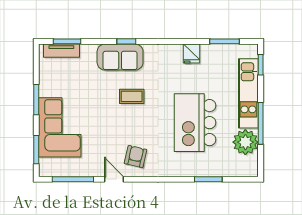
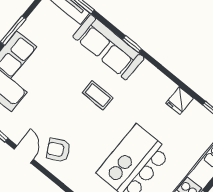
sofa: (120, 57) -> (108, 47), width x1.36
armchair: (136, 157) -> (59, 150), turned -131

